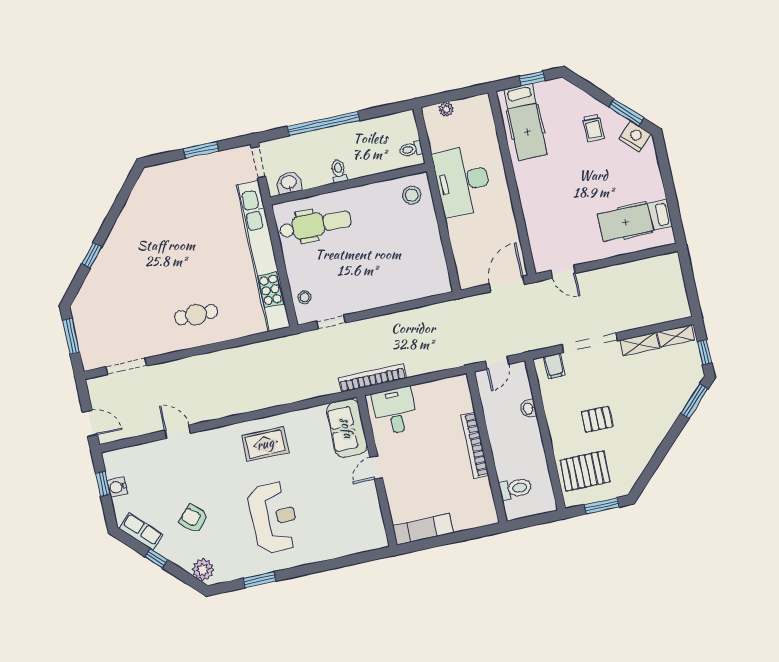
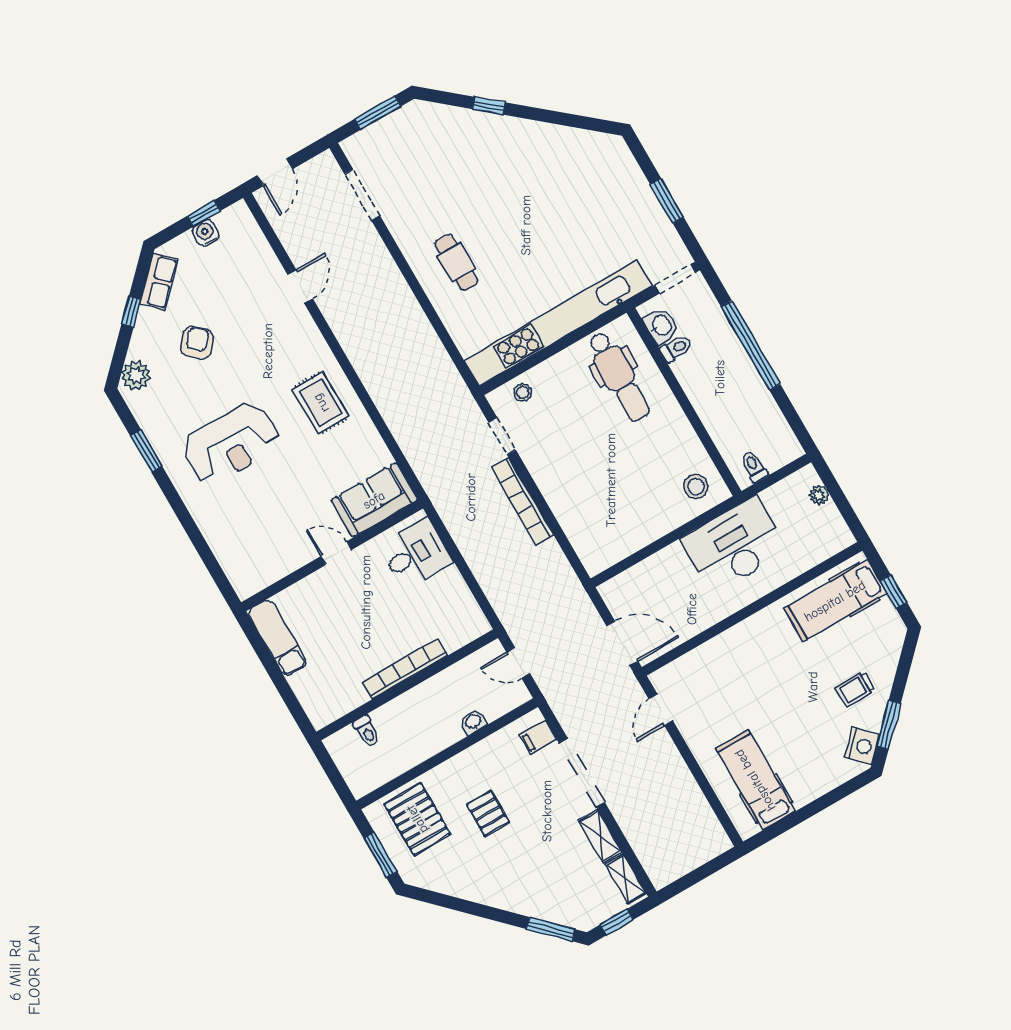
toilet: (339, 171) -> (676, 348), moved
bookcase: (372, 378) -> (522, 501), moved, turned 180
toilet: (515, 488) -> (367, 731), width x0.73, depth x0.72

